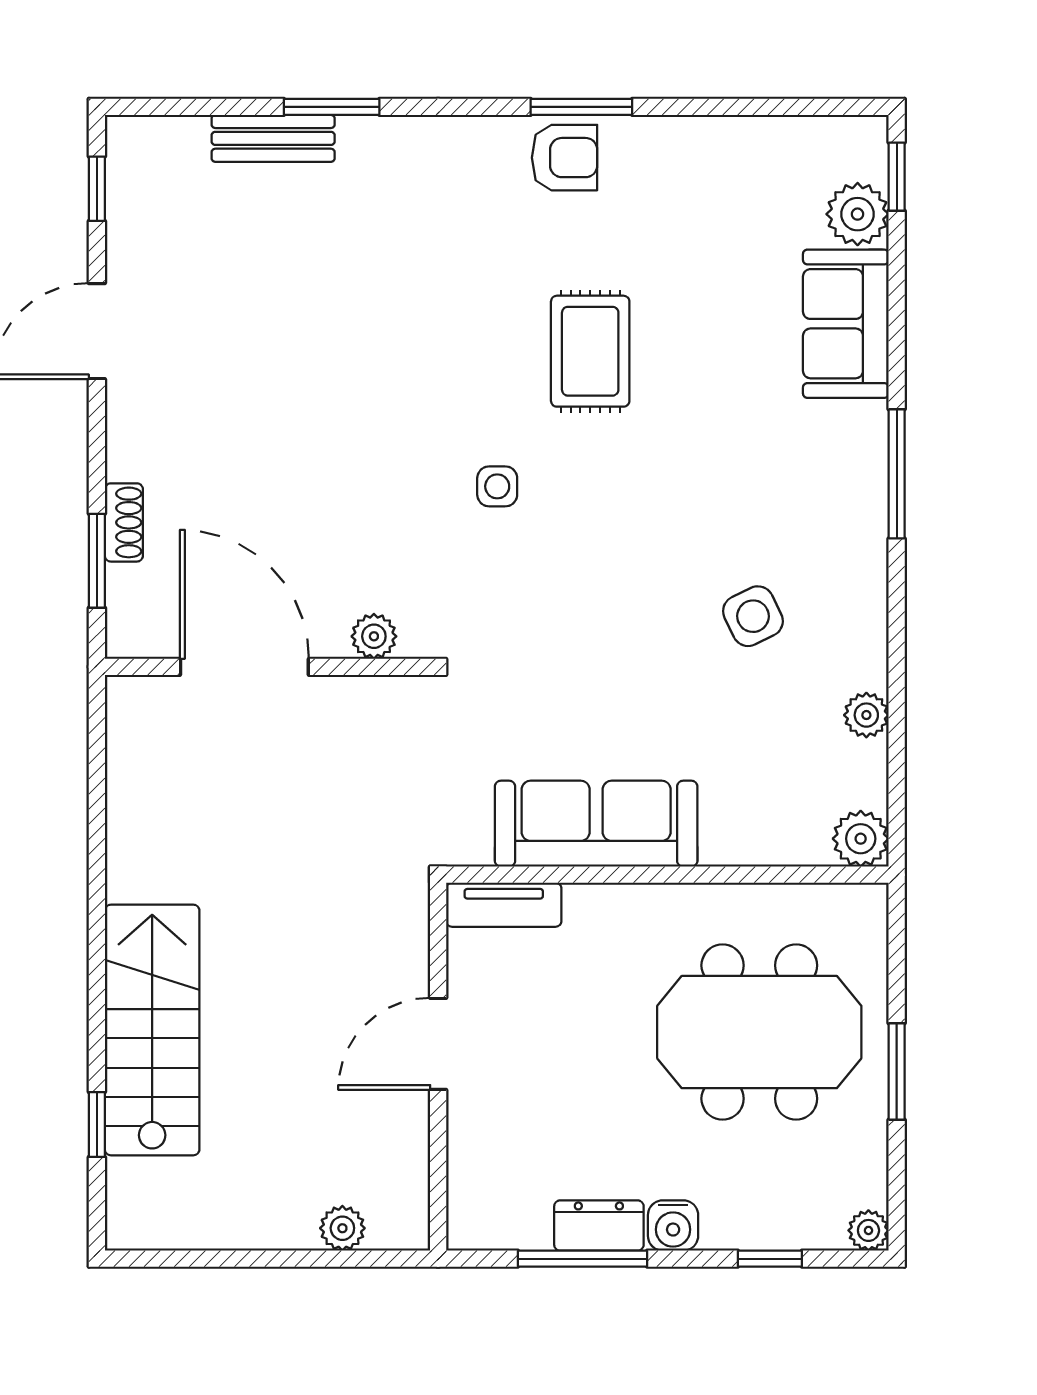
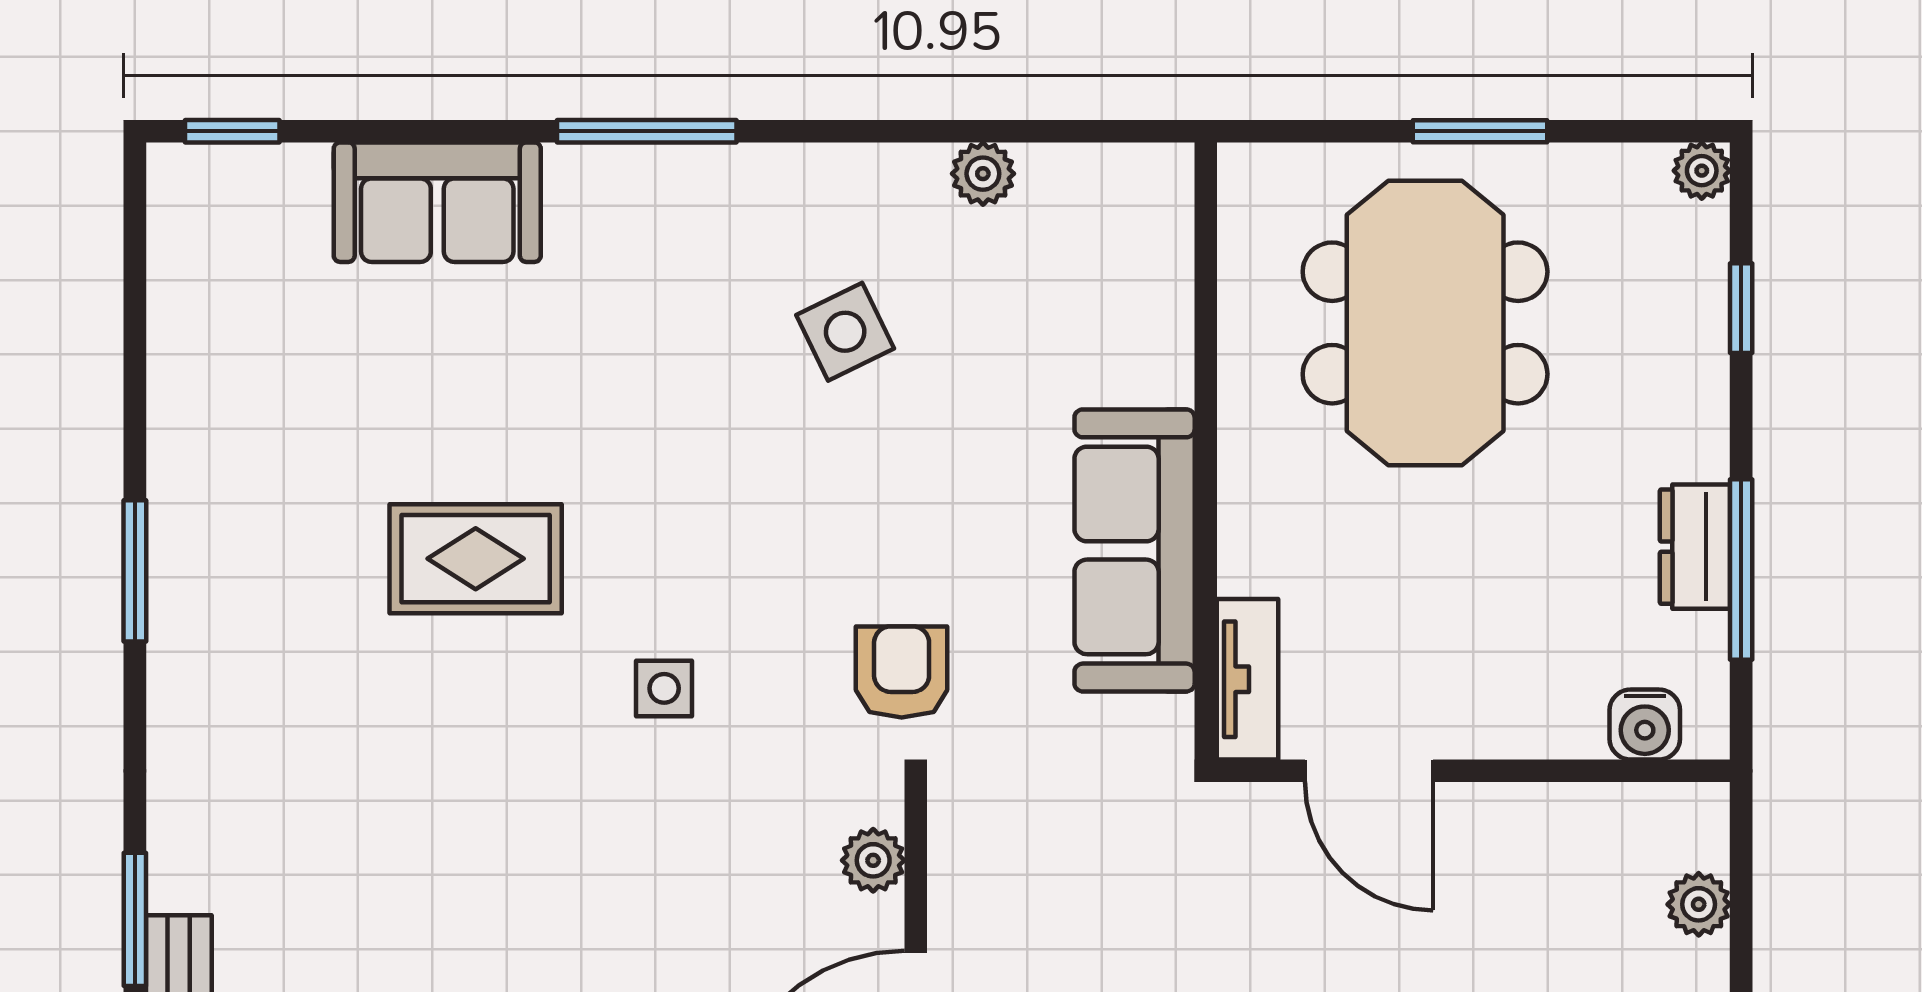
armchair: (564, 158) -> (902, 672), moved
plant: (858, 214) -> (284, 186), removed
plant: (861, 839) -> (1155, 182), removed
door: (438, 1044) -> (1369, 771), moved
water cooler: (673, 1225) -> (1645, 725), moved, turned 90

